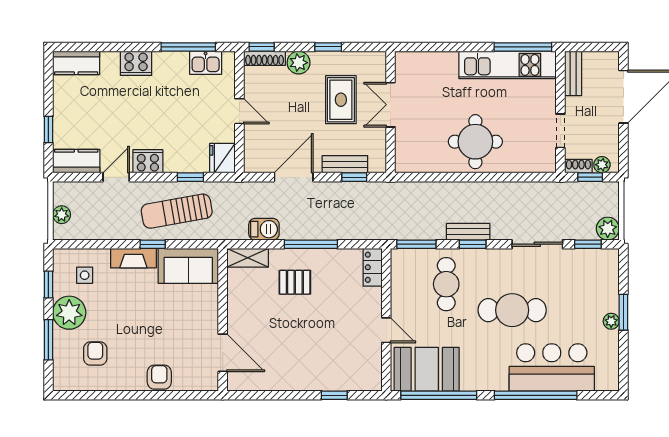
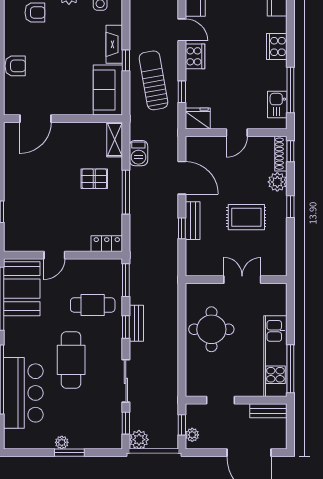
double door: (390, 105) -> (242, 280), moved
wall: (390, 112) -> (236, 280), moved
shoe rack: (578, 166) -> (191, 415), removed
pallet: (295, 282) -> (94, 179), turned 90

